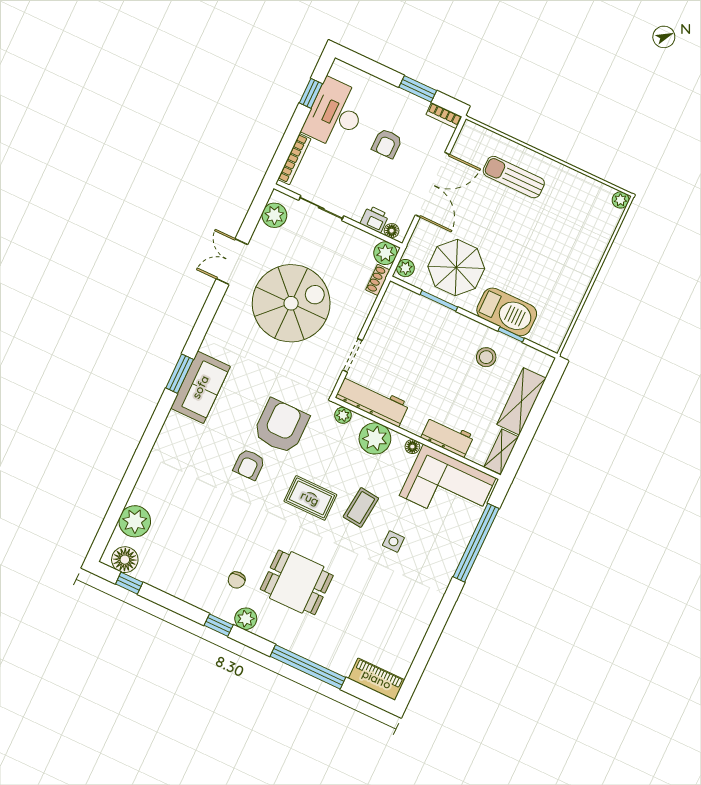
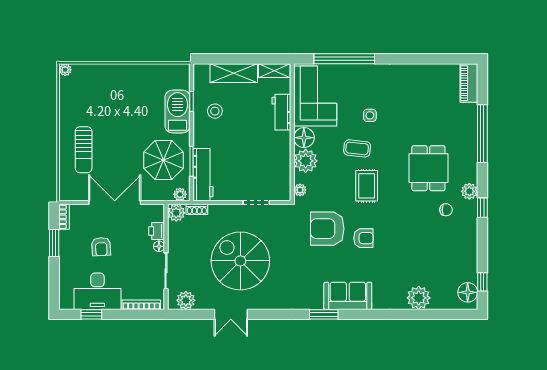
armchair: (387, 143) -> (101, 247), turned 87
floor lamp: (392, 231) -> (159, 246), moved
sofa: (200, 387) -> (348, 296), moved
workbench: (372, 401) -> (203, 175), moved, turned 180
floor lamp: (412, 447) -> (304, 138), width x1.89, depth x1.89
plant: (135, 521) -> (419, 298), moved

